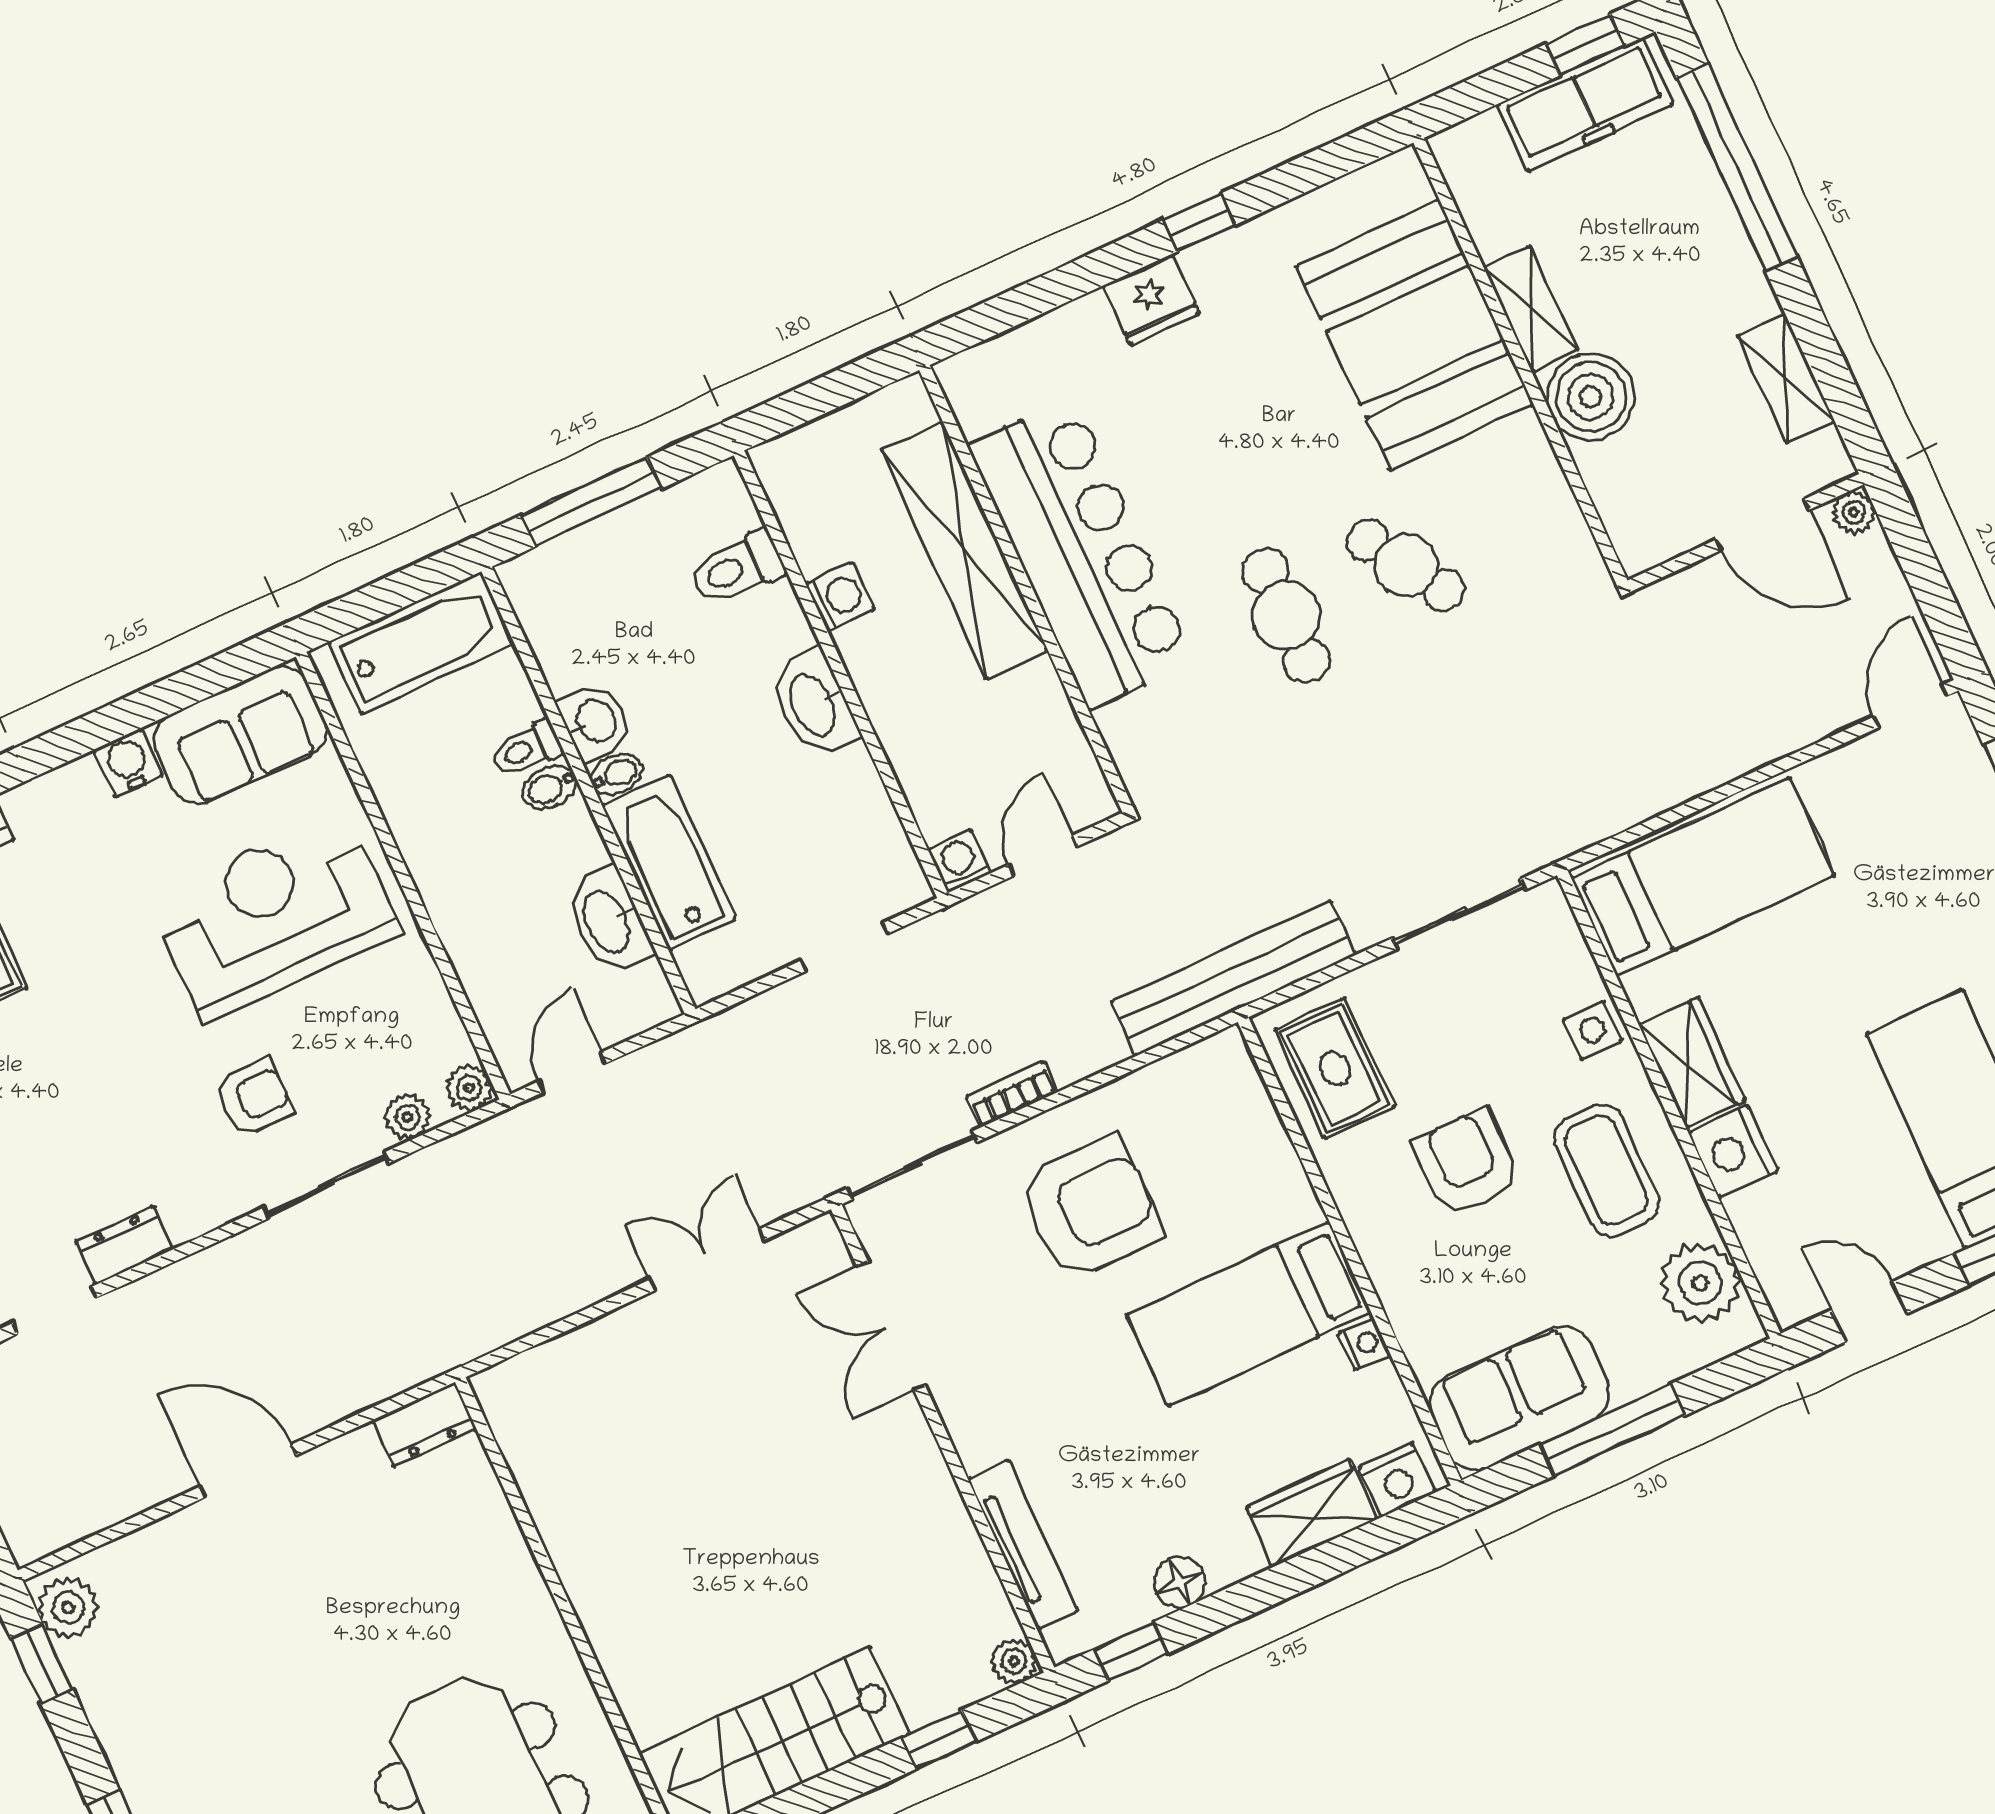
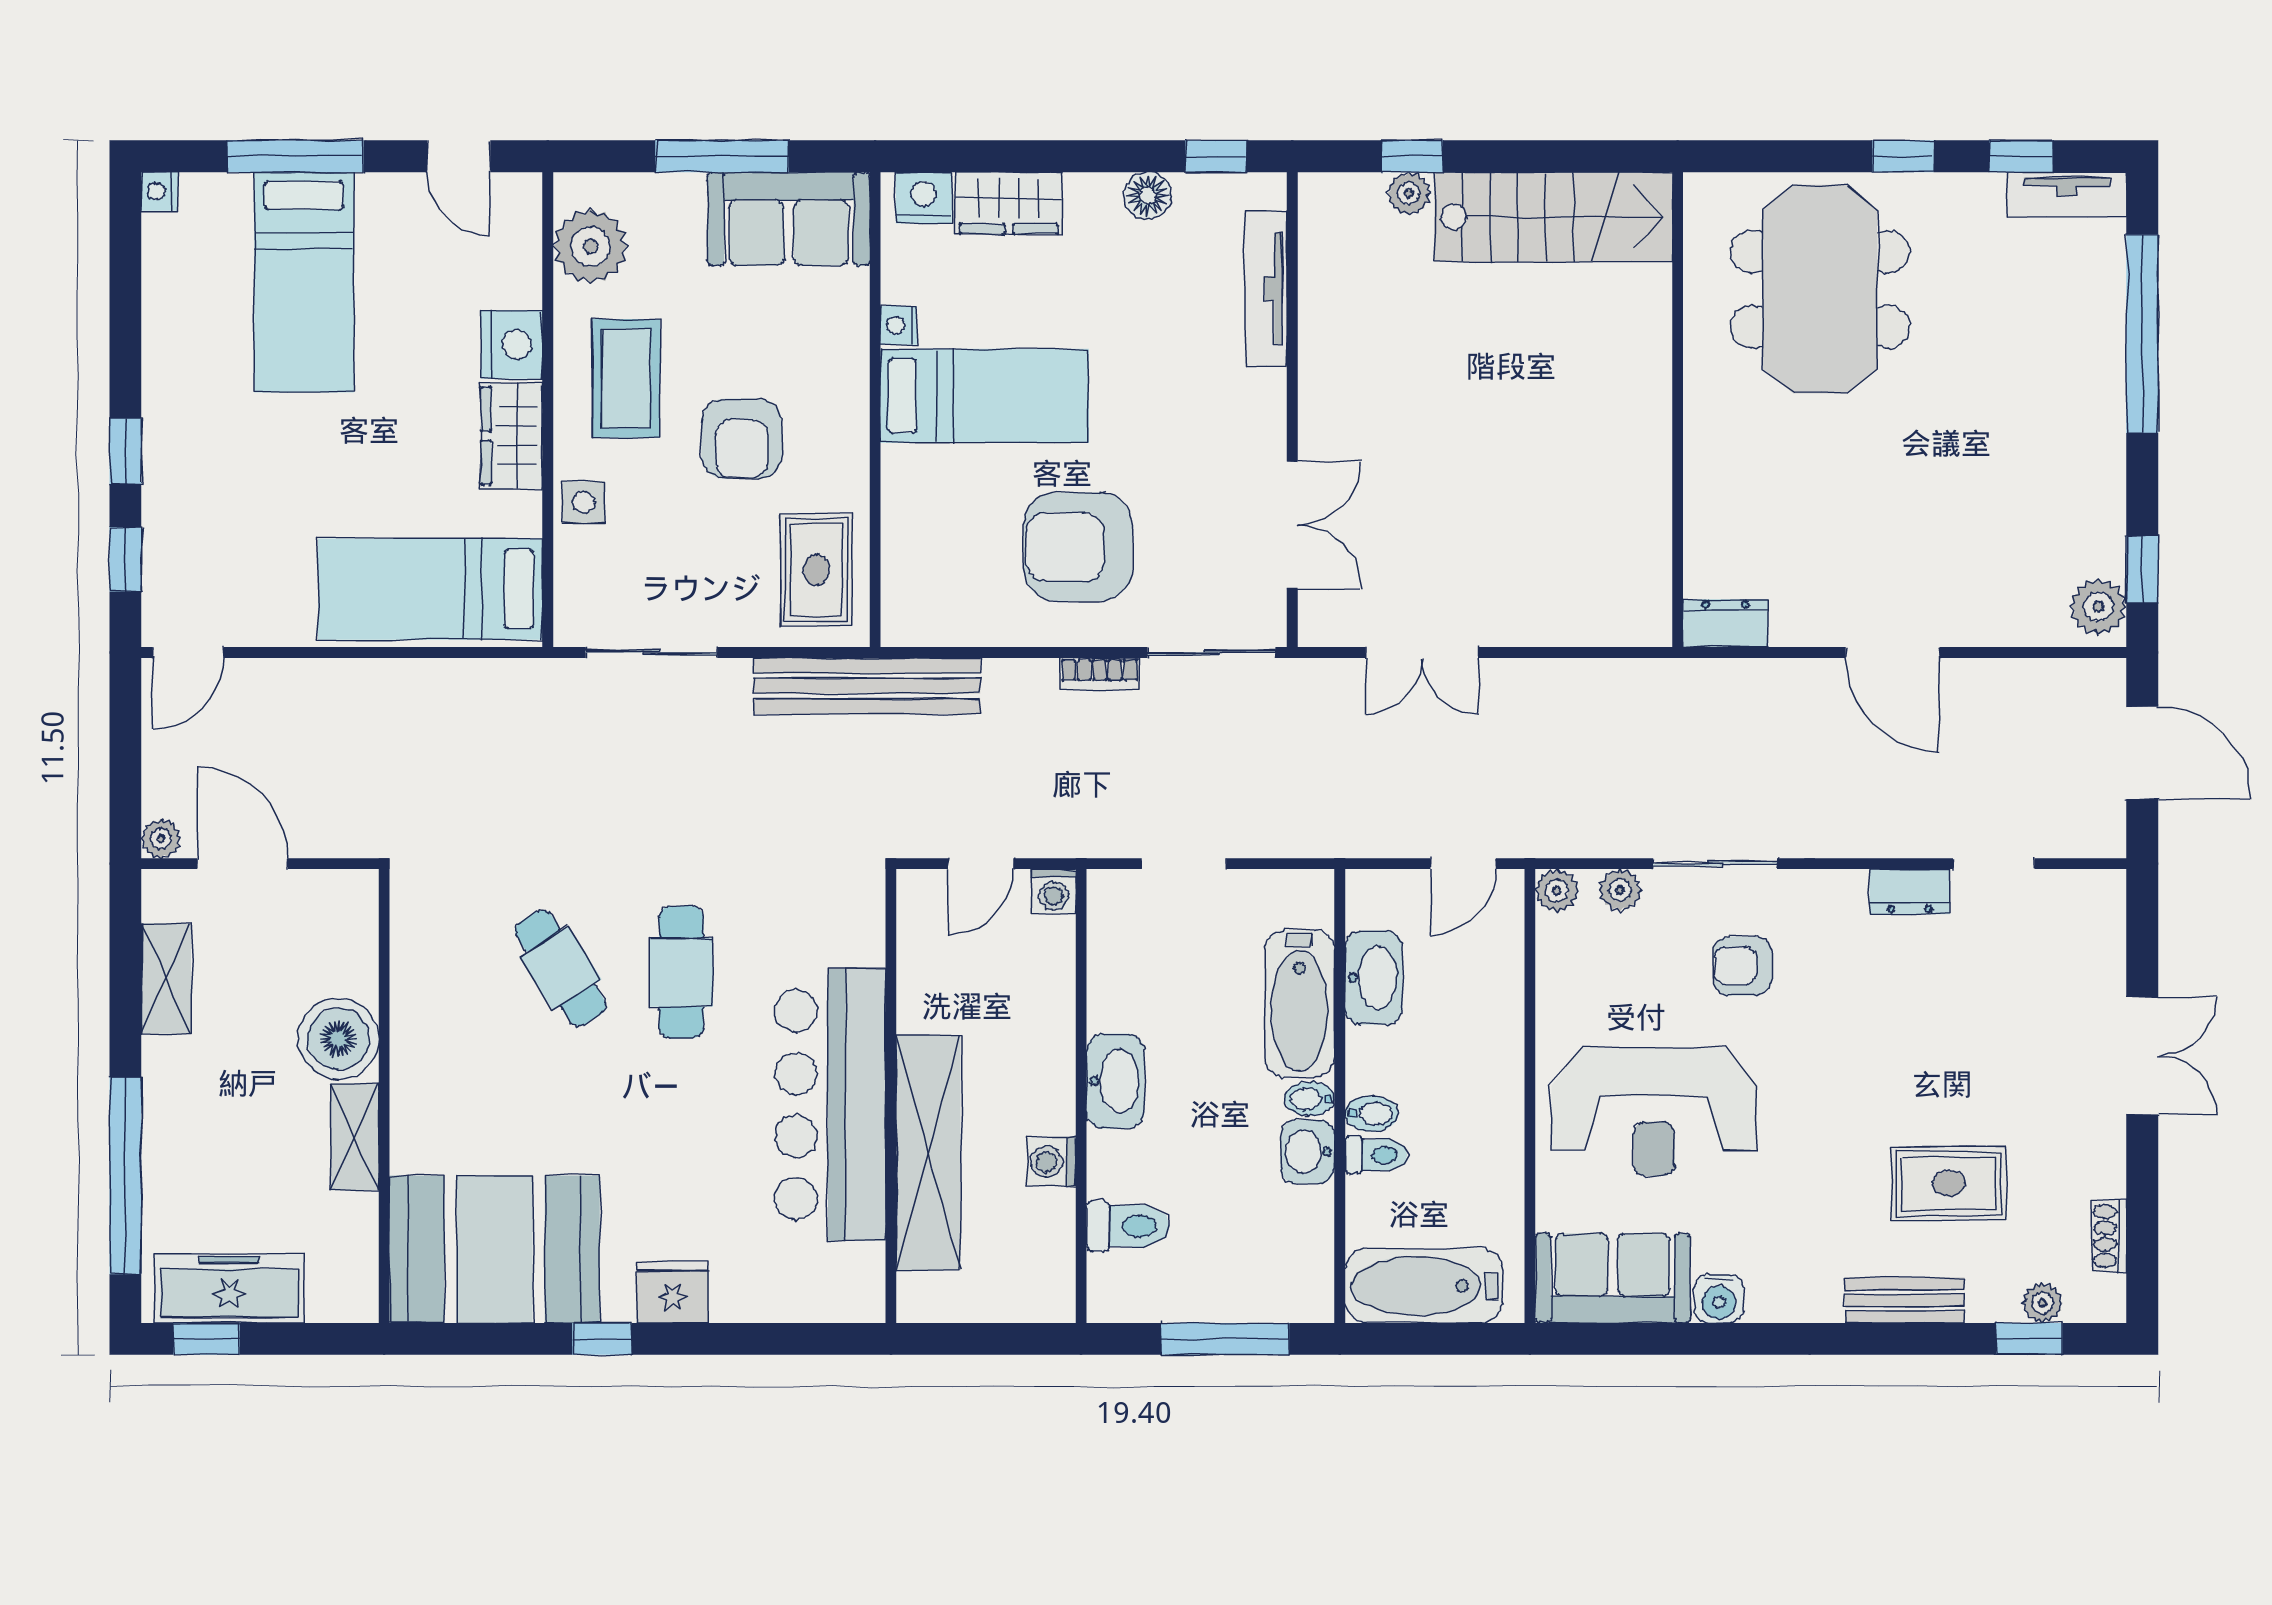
booth: (1415, 335) -> (495, 1249), moved, turned 90
plant: (1014, 1661) -> (1409, 193), moved

